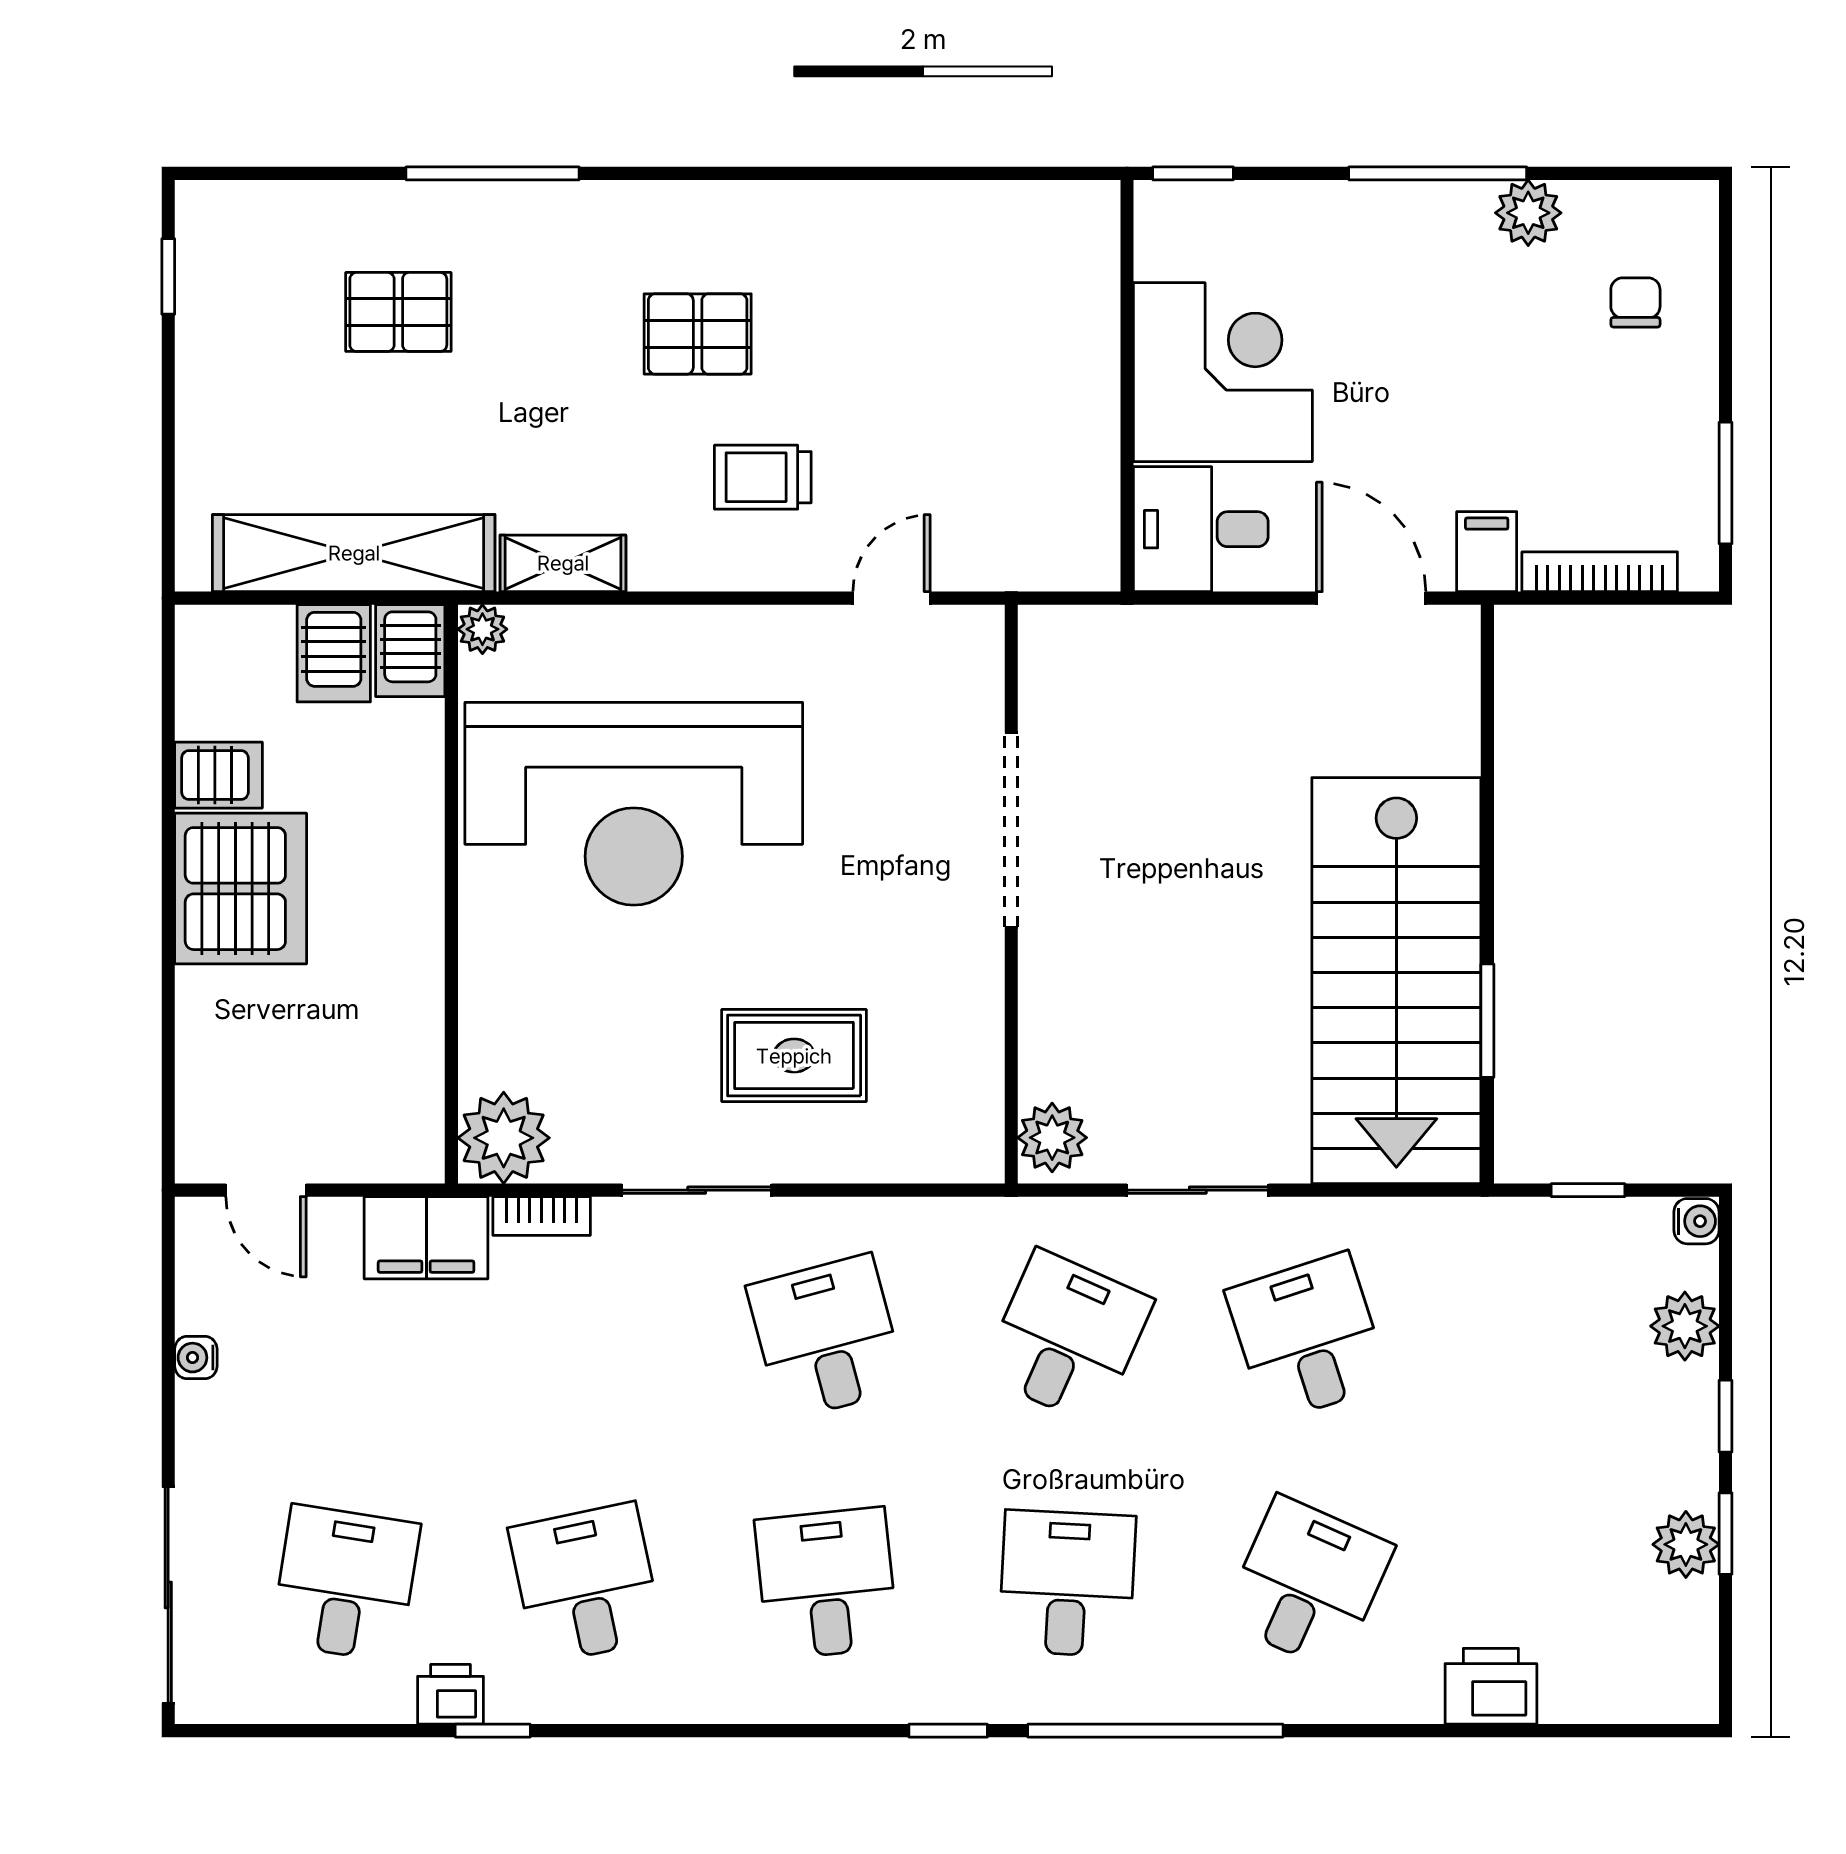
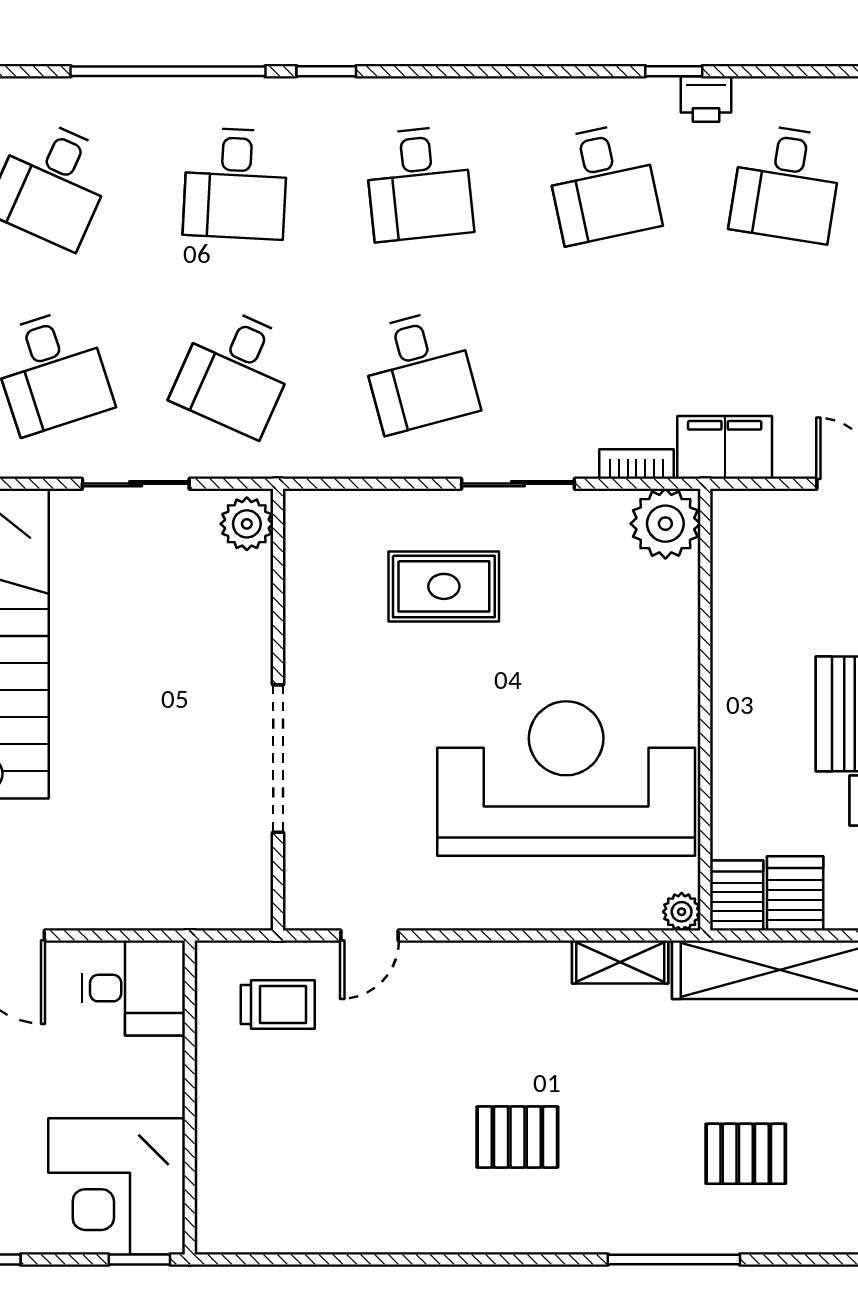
corner desk: (1223, 372) -> (117, 1186), moved
trolley: (763, 477) -> (278, 1004), moved

